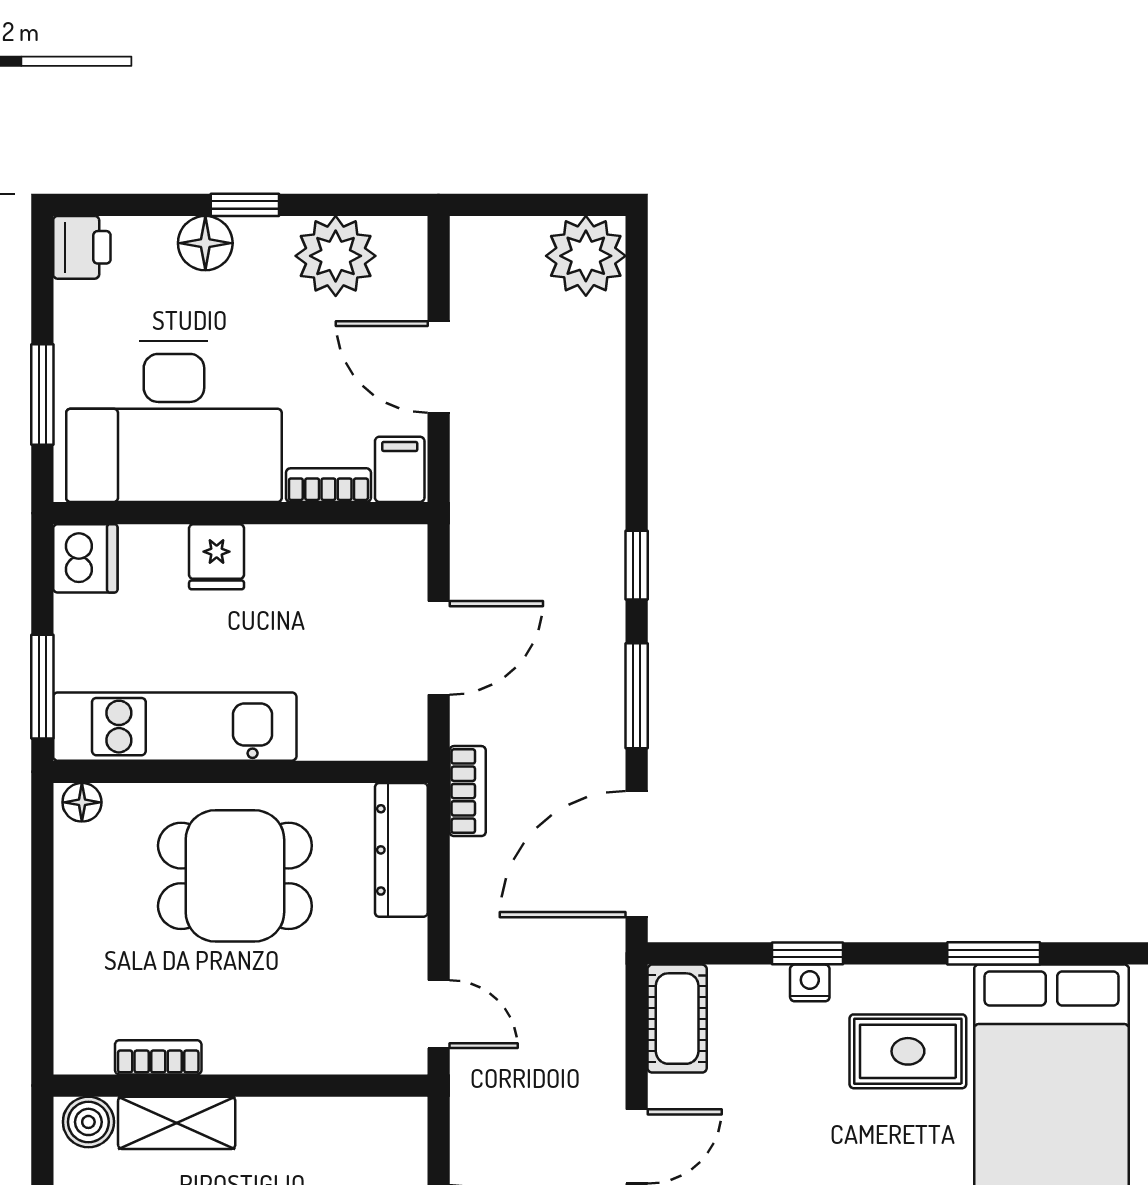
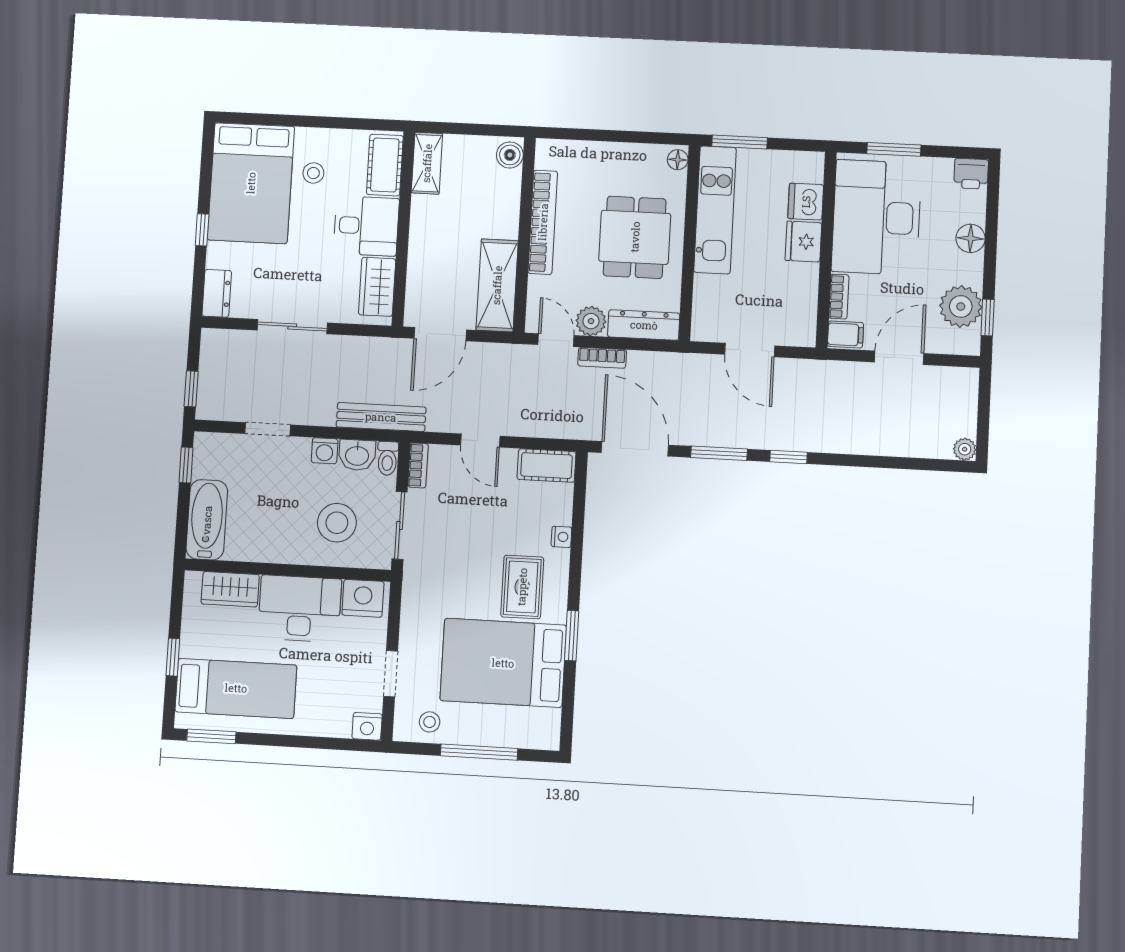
window: (245, 205) -> (988, 317), moved
plant: (586, 256) -> (965, 449), width x0.53, depth x0.53
fridge: (217, 557) -> (803, 242), width x1.38
dishwasher: (85, 558) -> (806, 202), moved, turned 90
bookcase: (468, 791) -> (602, 358), moved
plant: (399, 950) -> (591, 321), added
window: (808, 953) -> (577, 536), removed
door: (439, 1014) -> (556, 340), swing flipped
bookcase: (158, 1057) -> (543, 222), width x2.31, depth x1.31
shelving: (177, 1123) -> (497, 285), moved, width x1.50, depth x1.33

